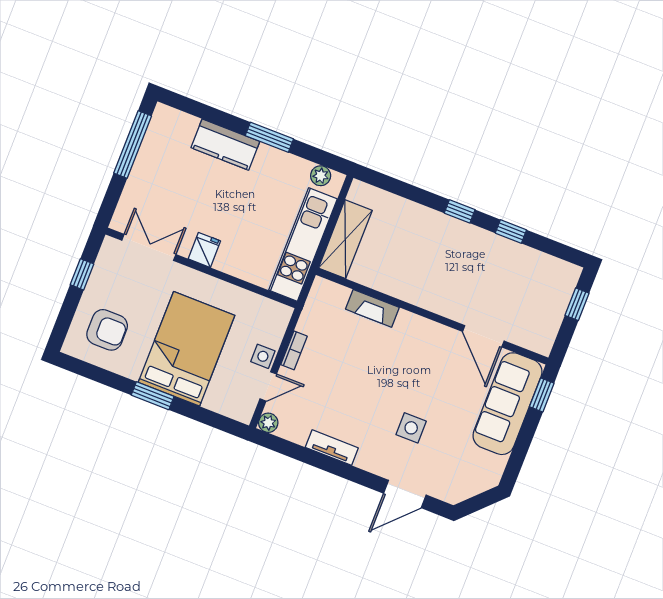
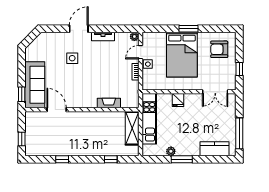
kitchen counter: (225, 145) -> (215, 149), moved
plant: (321, 176) -> (171, 151), moved
window: (460, 211) -> (111, 159), moved
fridge: (204, 250) -> (178, 100), moved
door: (405, 494) -> (79, 29), moved

